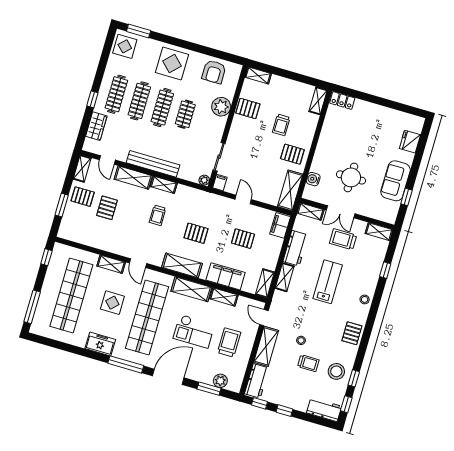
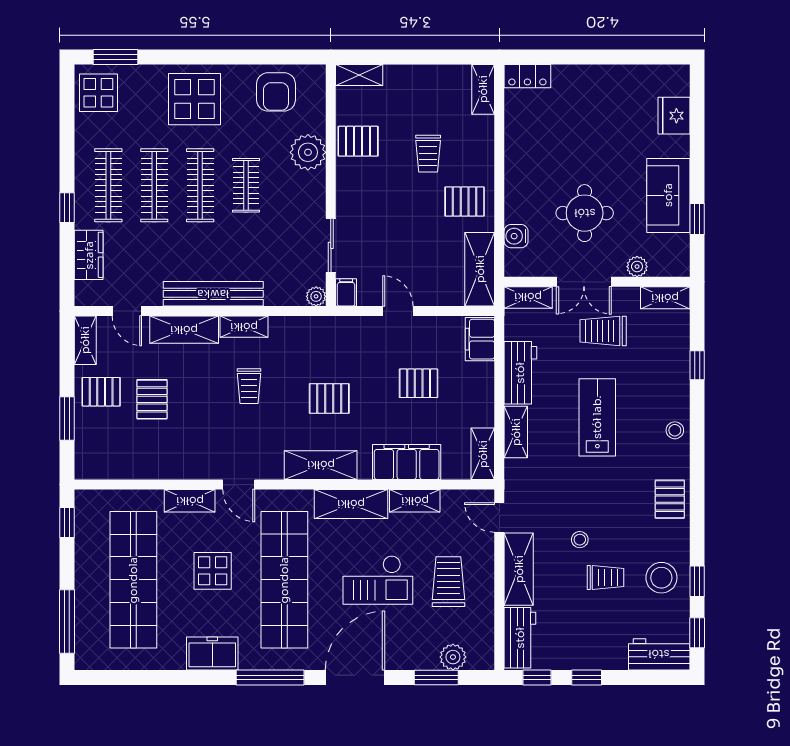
plant: (369, 212) -> (637, 267), added

